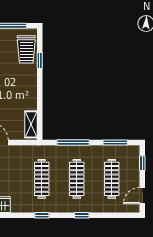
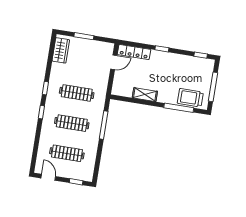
window: (40, 61) -> (179, 108), width x2.17
shelving: (31, 124) -> (145, 95), moved
window: (115, 142) -> (98, 161), removed
window: (82, 215) -> (41, 112), moved

